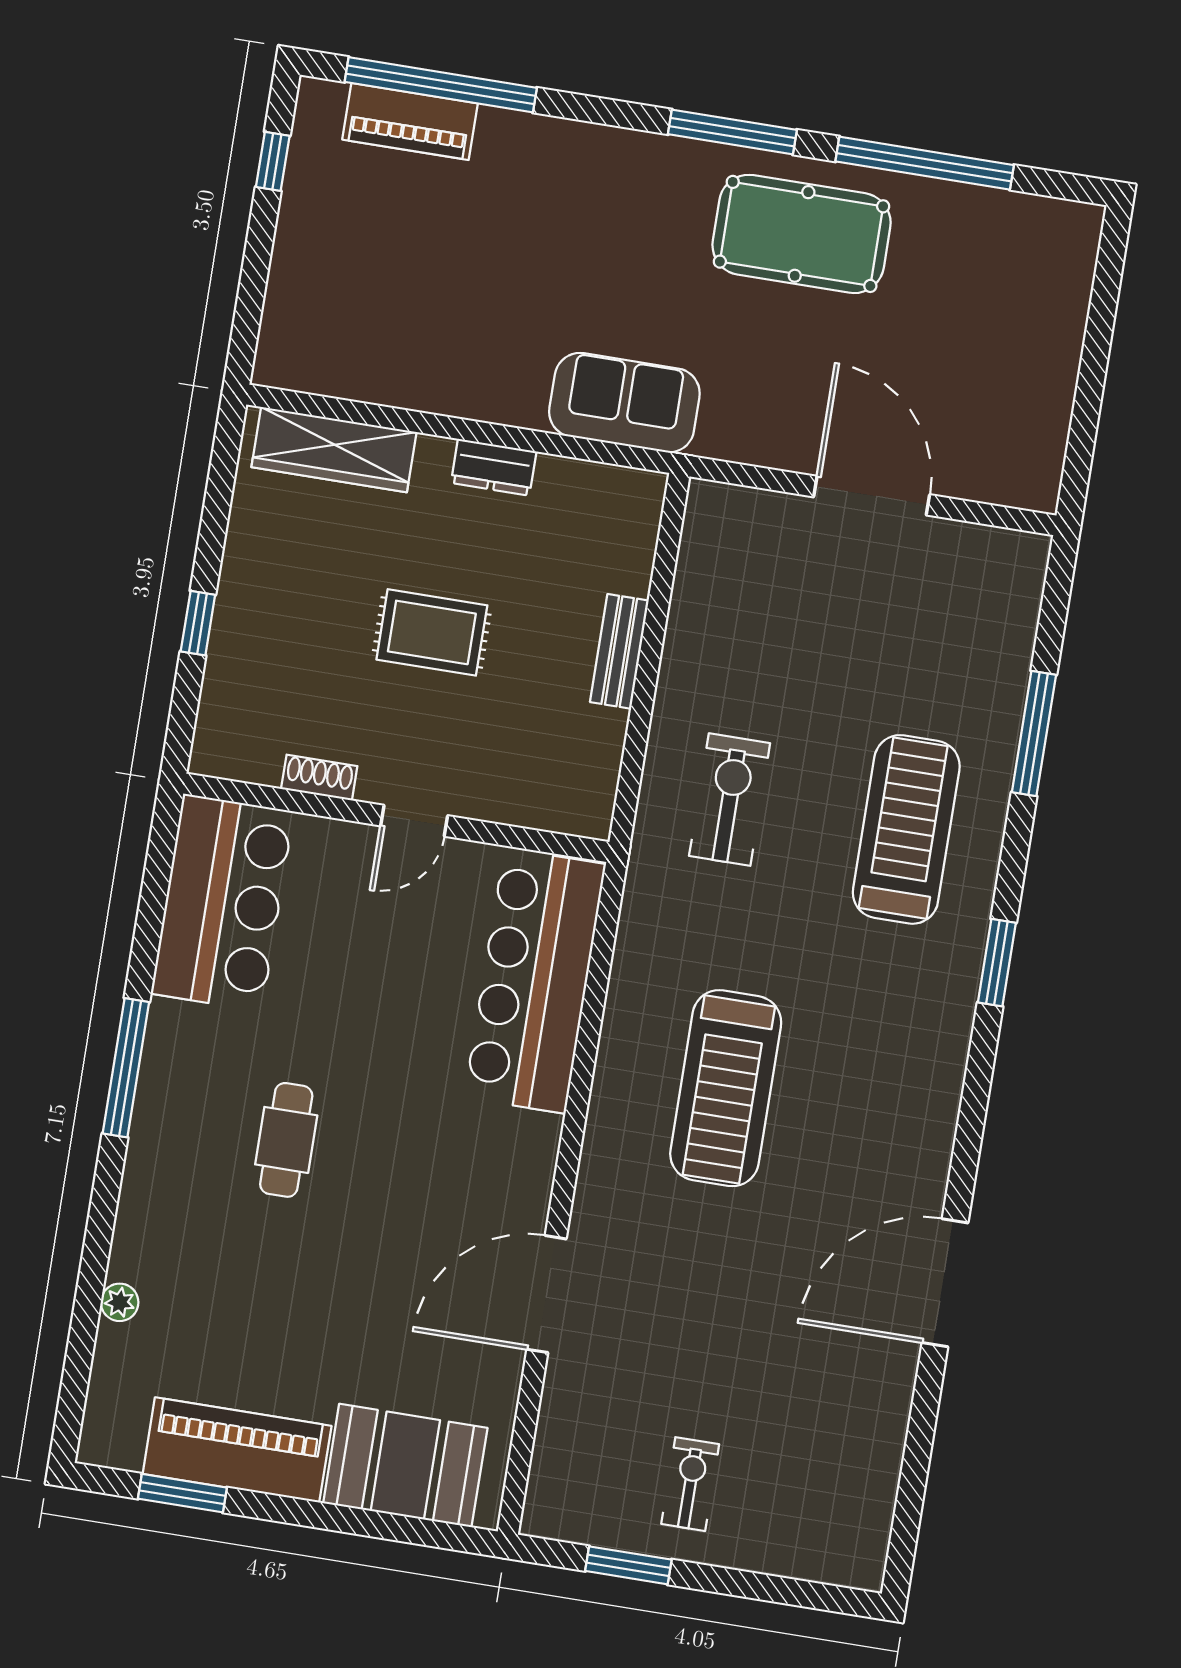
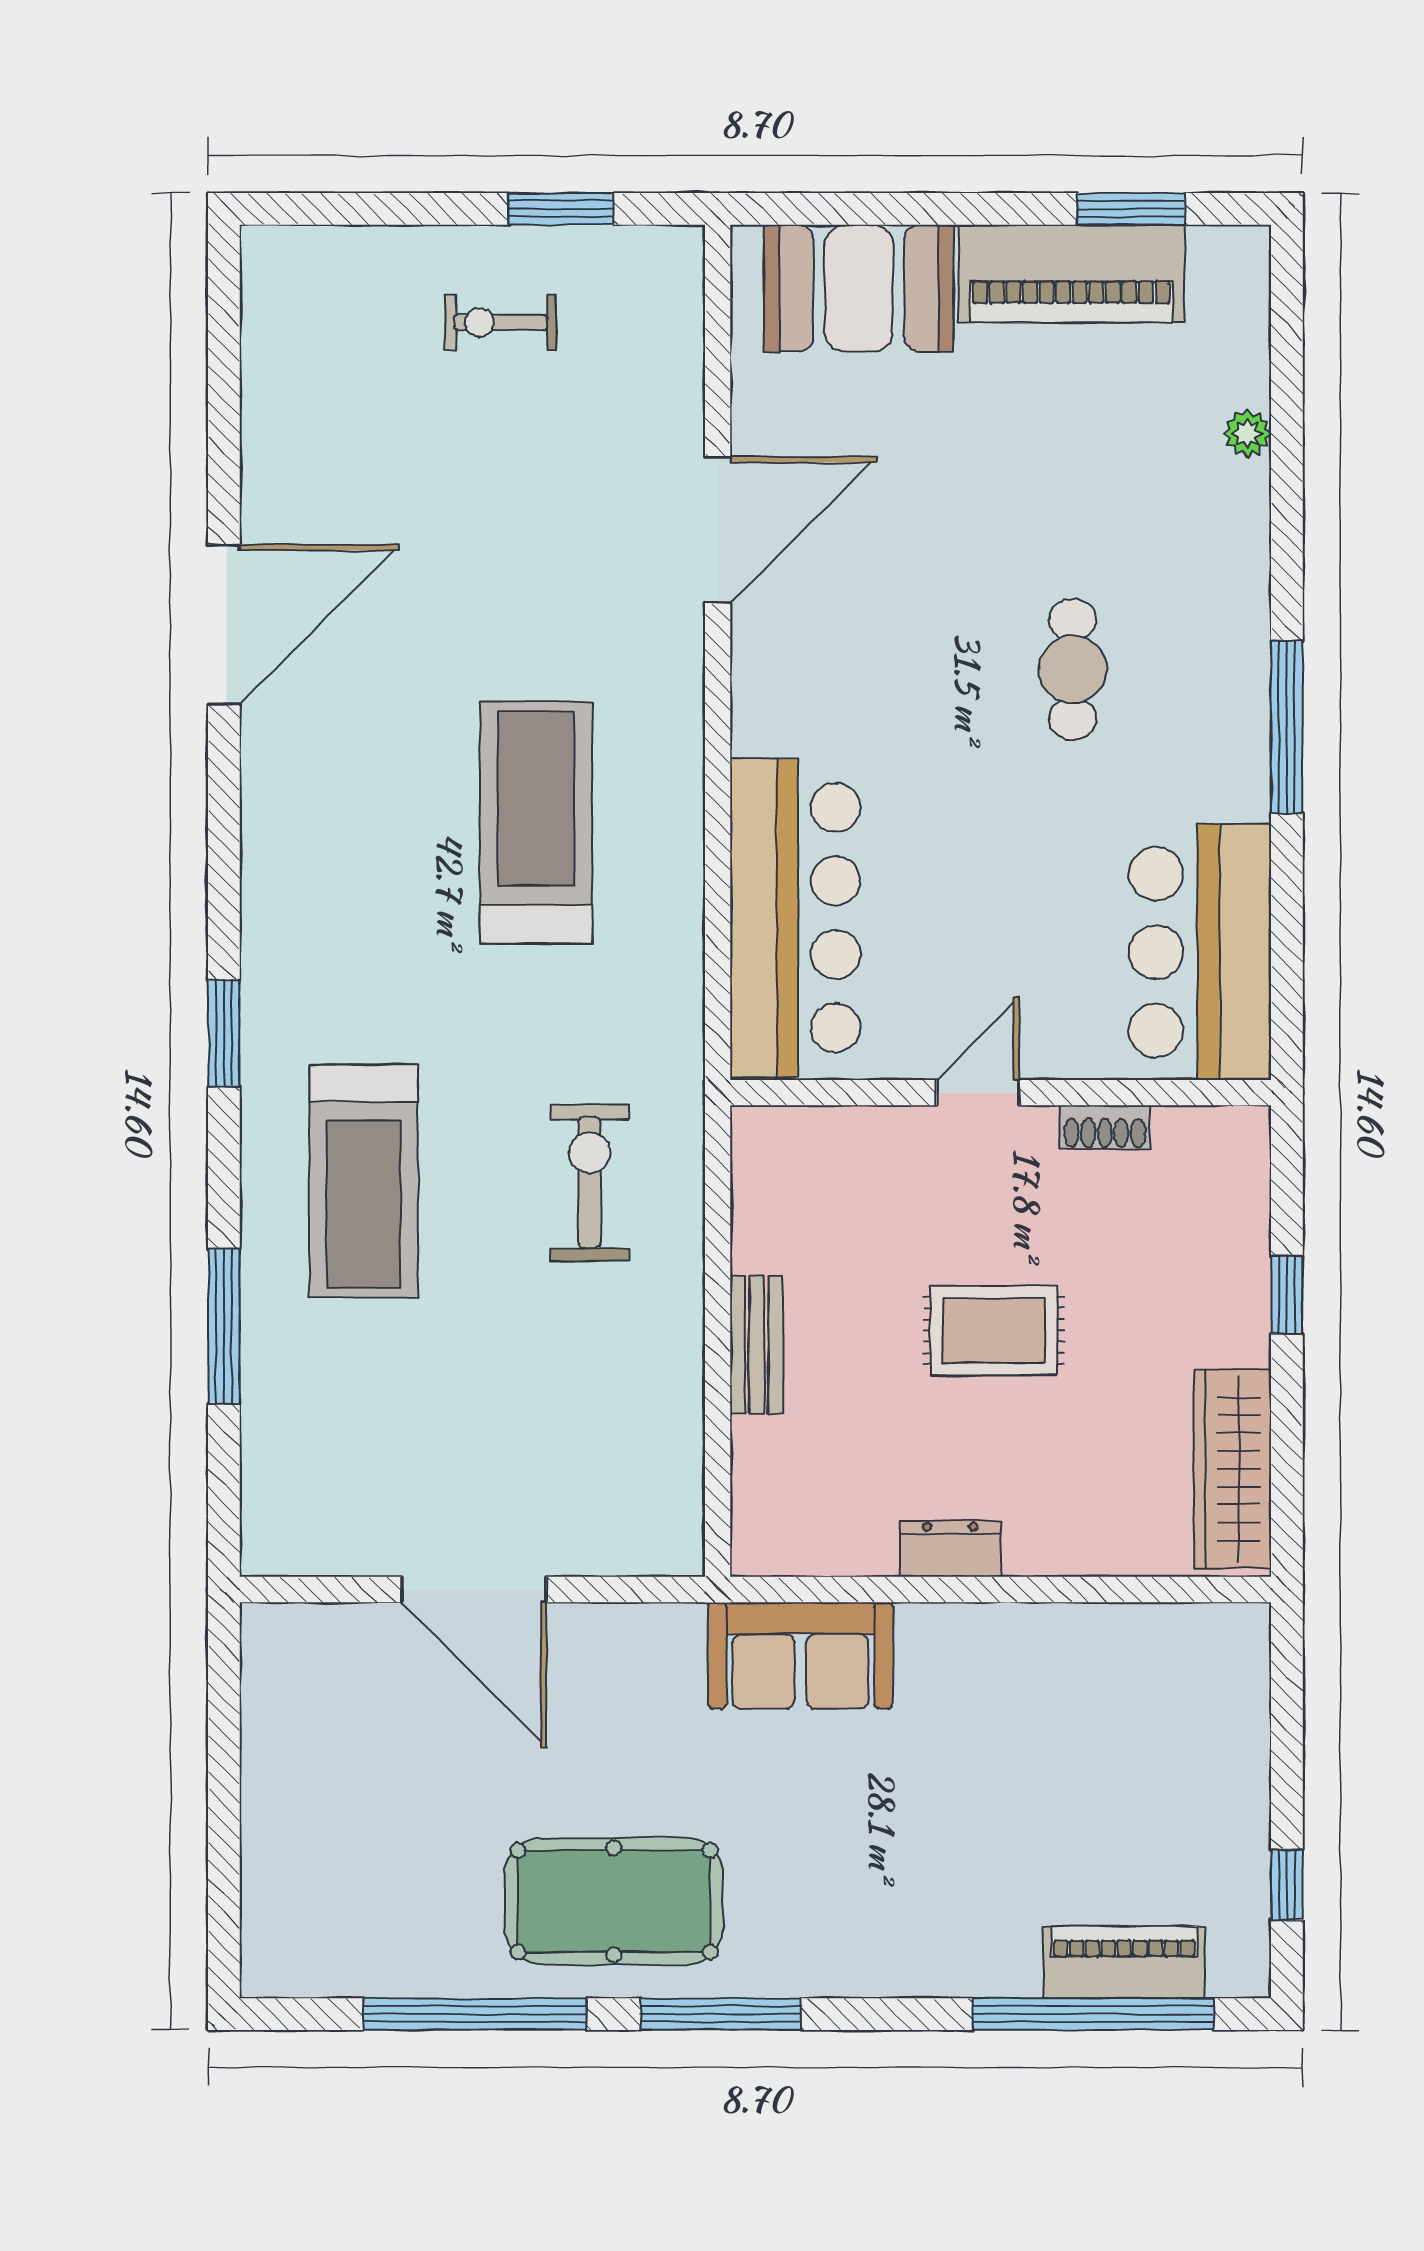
wardrobe: (334, 450) -> (1233, 1469), moved, turned -90
exercise bike: (730, 800) -> (589, 1183), turned 180
exercise bike: (690, 1484) -> (500, 322), turned 90

